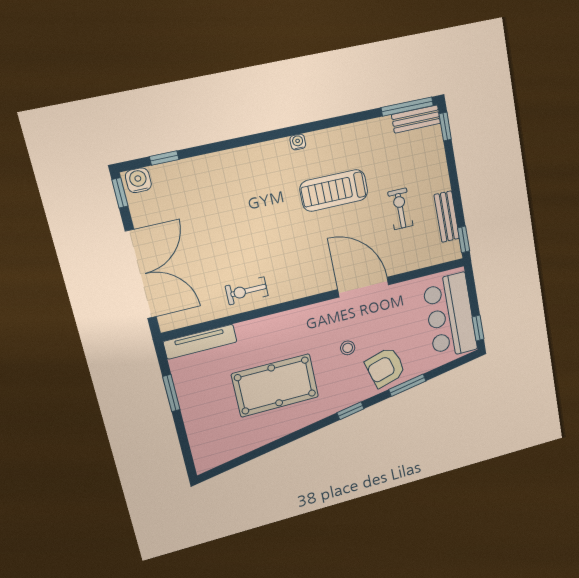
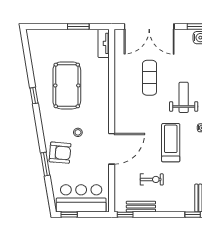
weight bench: (252, 185) -> (184, 97), added
exercise mat: (231, 252) -> (149, 78), added
exercise bike: (247, 291) -> (126, 81), removed
tv unit: (200, 342) -> (104, 43), width x0.71
armchair: (385, 367) -> (60, 153), turned 111
window: (350, 411) -> (34, 96), moved

